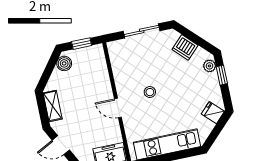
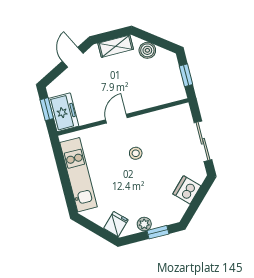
boiler: (64, 63) -> (147, 50), moved
plant: (210, 66) -> (144, 224), moved

